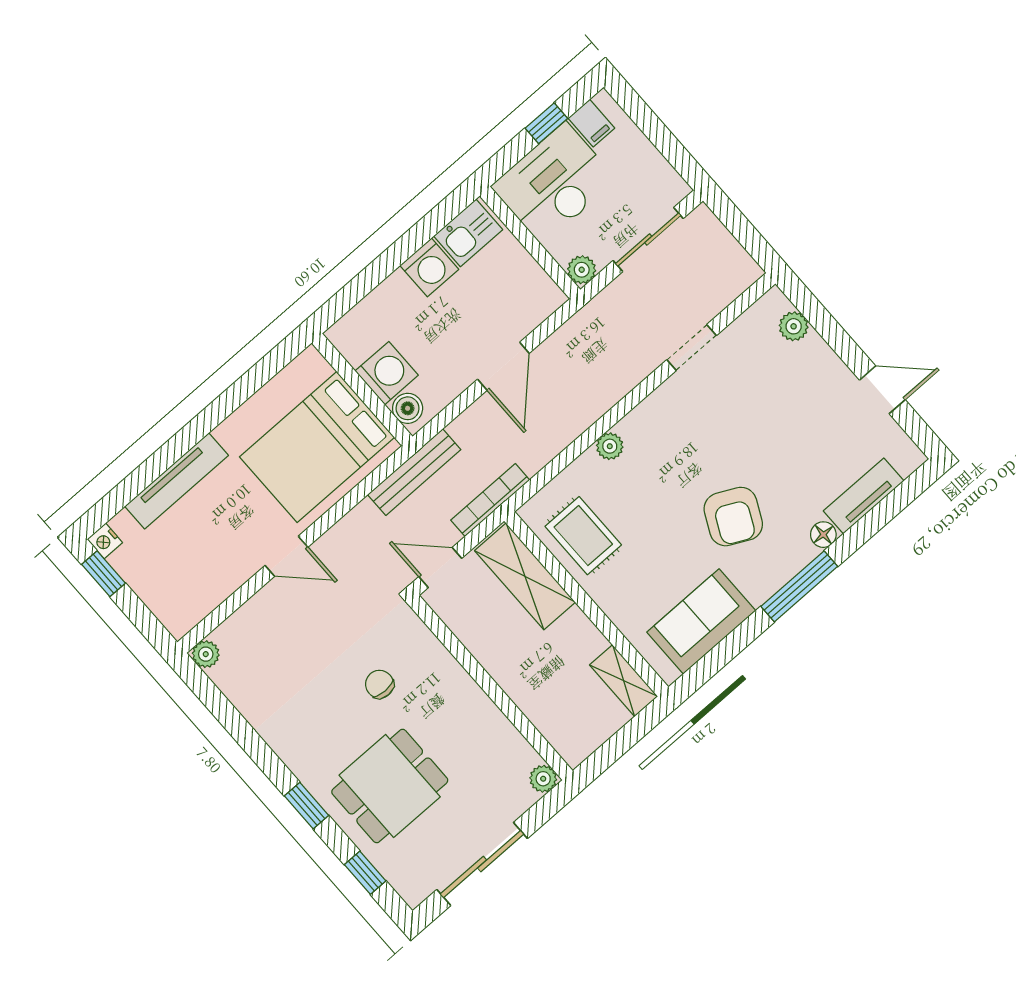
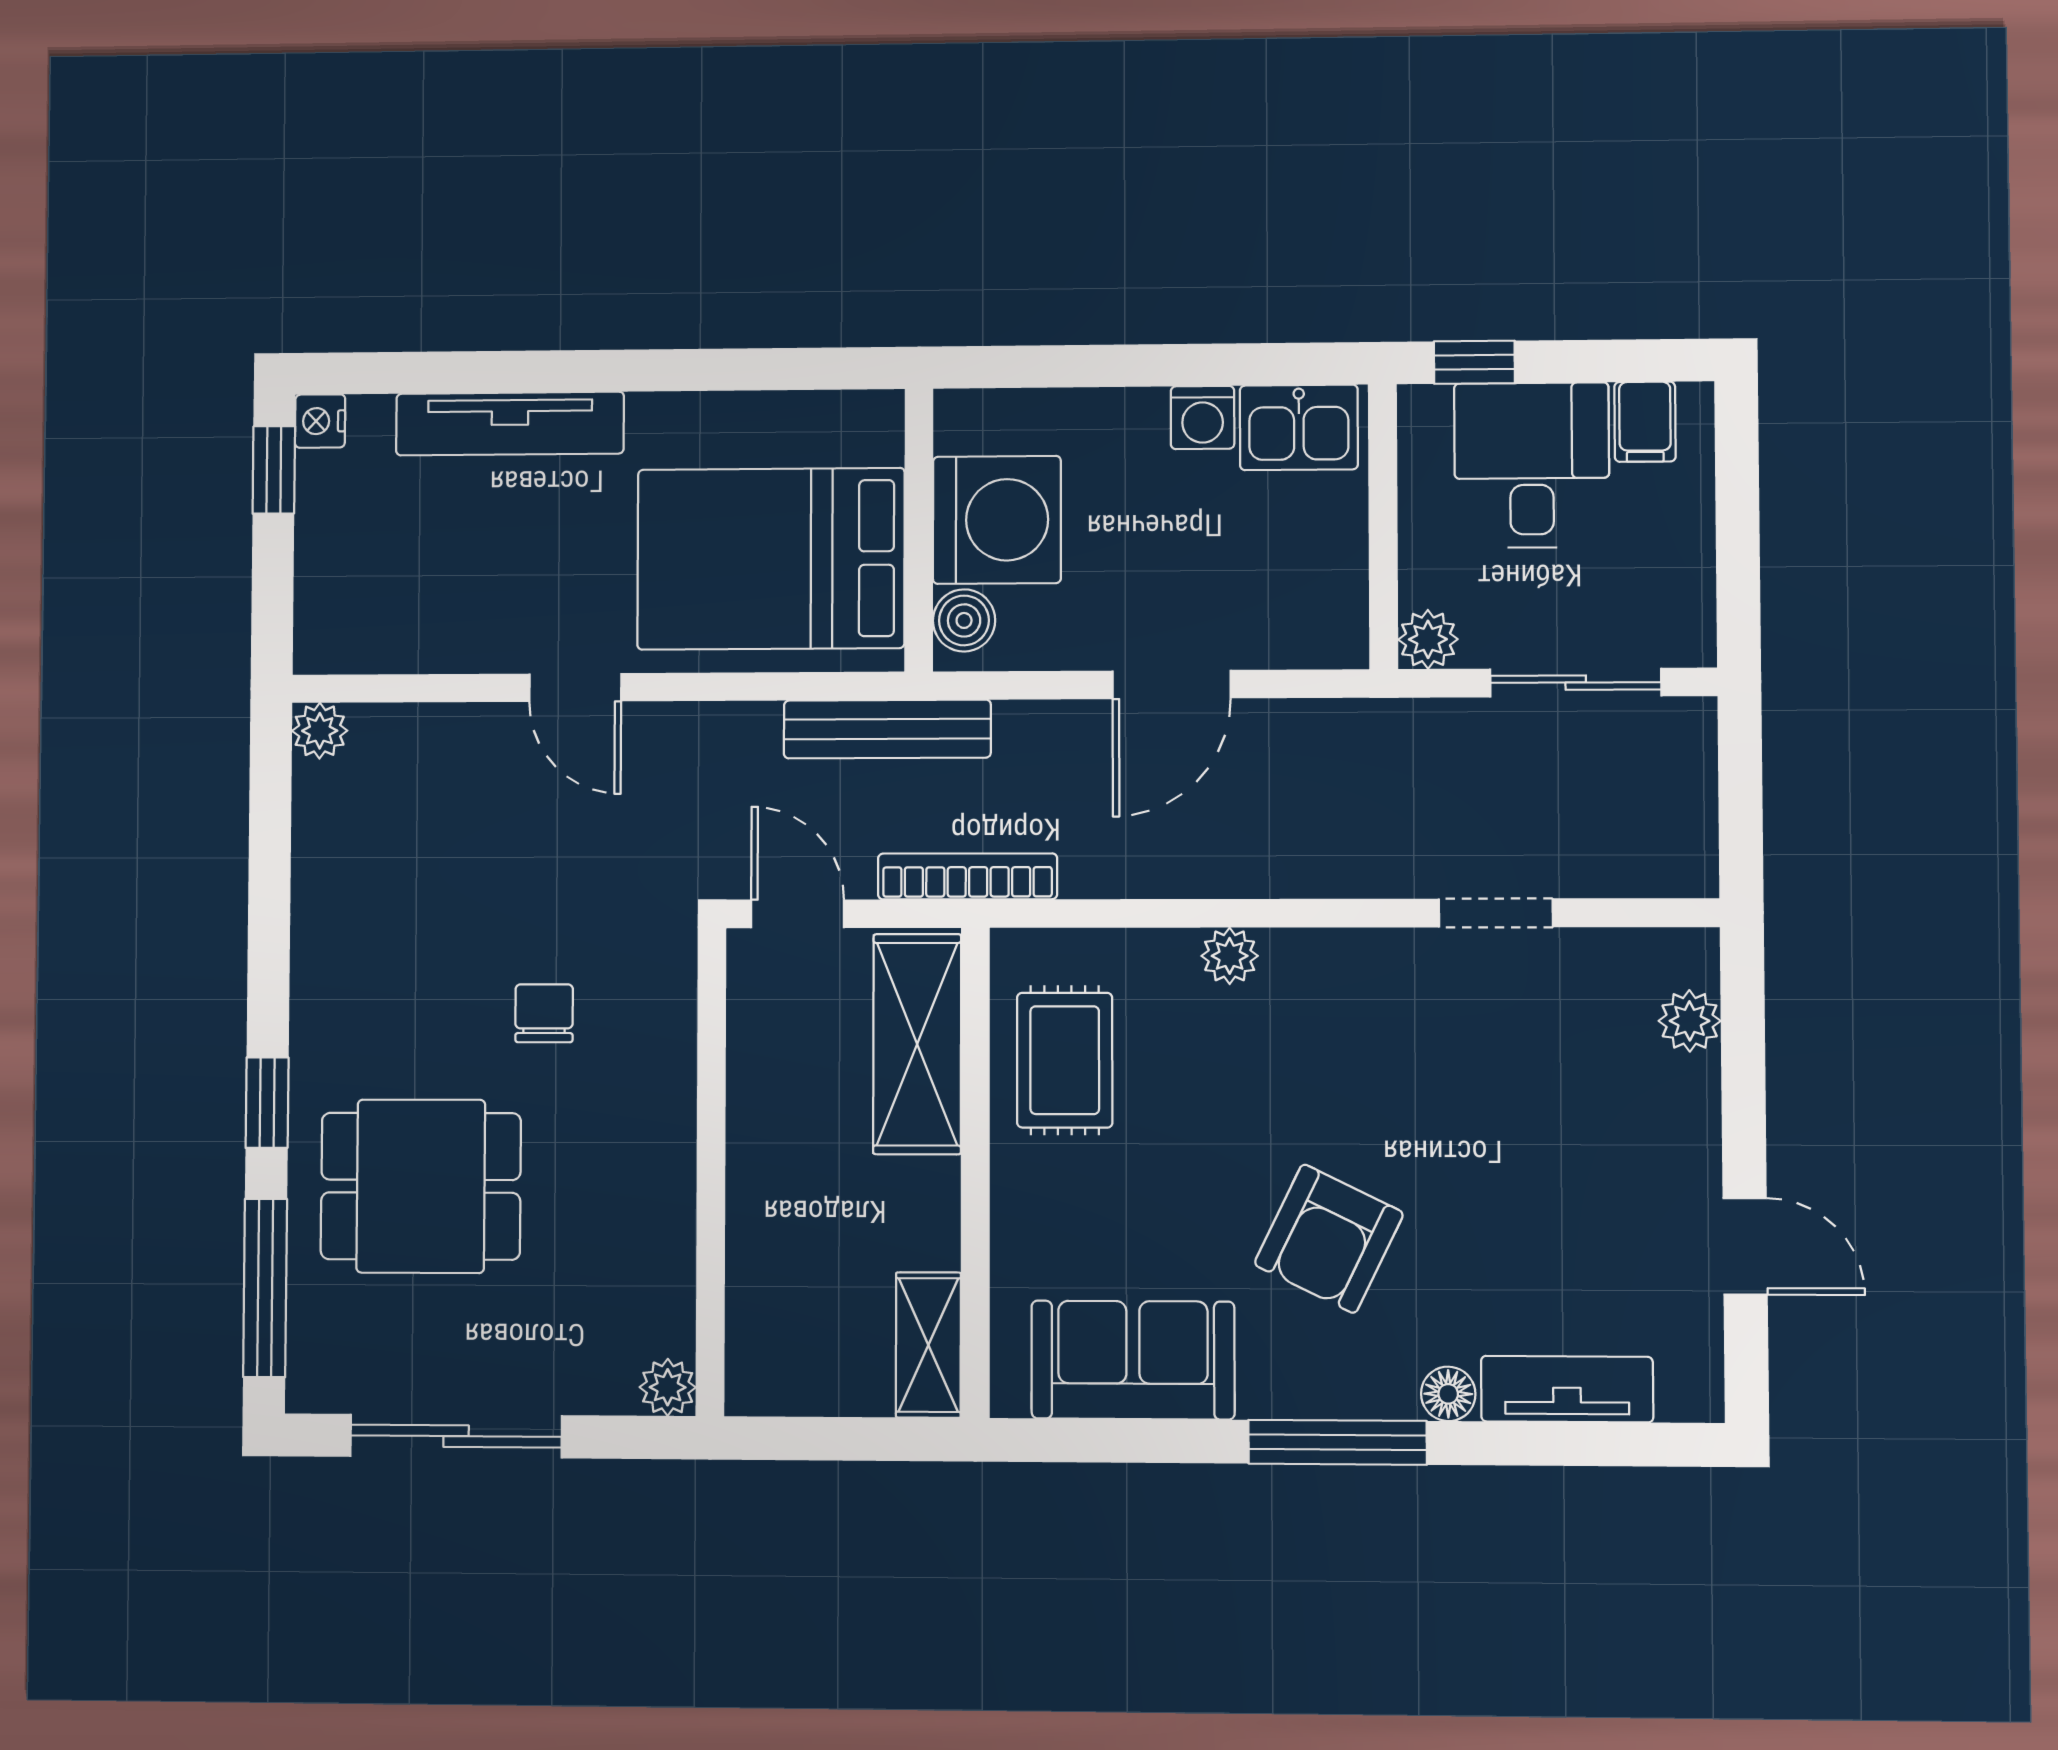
window: (546, 123) -> (1474, 362), moved
desk: (554, 183) -> (1532, 465), width x0.73
washing machine: (429, 267) -> (1203, 417), width x0.73, depth x0.73
washing machine: (387, 373) -> (997, 520), width x1.37, depth x1.37
window: (365, 873) -> (265, 1288), width x2.17

